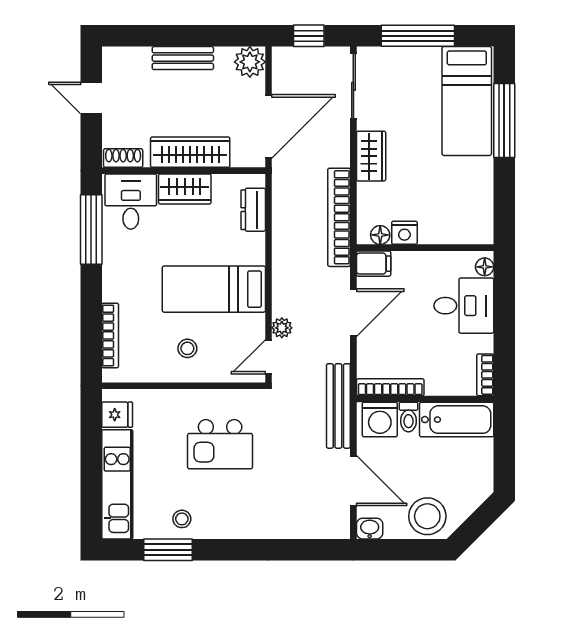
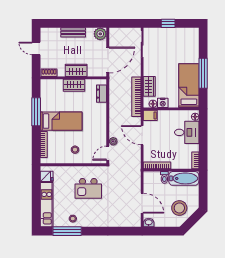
window: (309, 36) -> (124, 23), removed
window: (418, 36) -> (168, 23), width x0.46
bed: (467, 101) -> (189, 86), moved, turned 180
window: (504, 120) -> (203, 73), moved
wardrobe: (190, 152) -> (76, 70), width x0.67
wardrobe: (371, 156) -> (149, 86), moved
desk: (131, 202) -> (52, 90), removed
window: (91, 230) -> (36, 112), moved
bed: (214, 289) -> (61, 121), moved, turned 180
door: (353, 313) -> (142, 135), swing flipped
bench: (338, 406) -> (136, 173), removed
washing machine: (380, 420) -> (153, 178), removed
stool: (427, 516) -> (179, 208), moved
window: (168, 550) -> (67, 231), width x1.44

